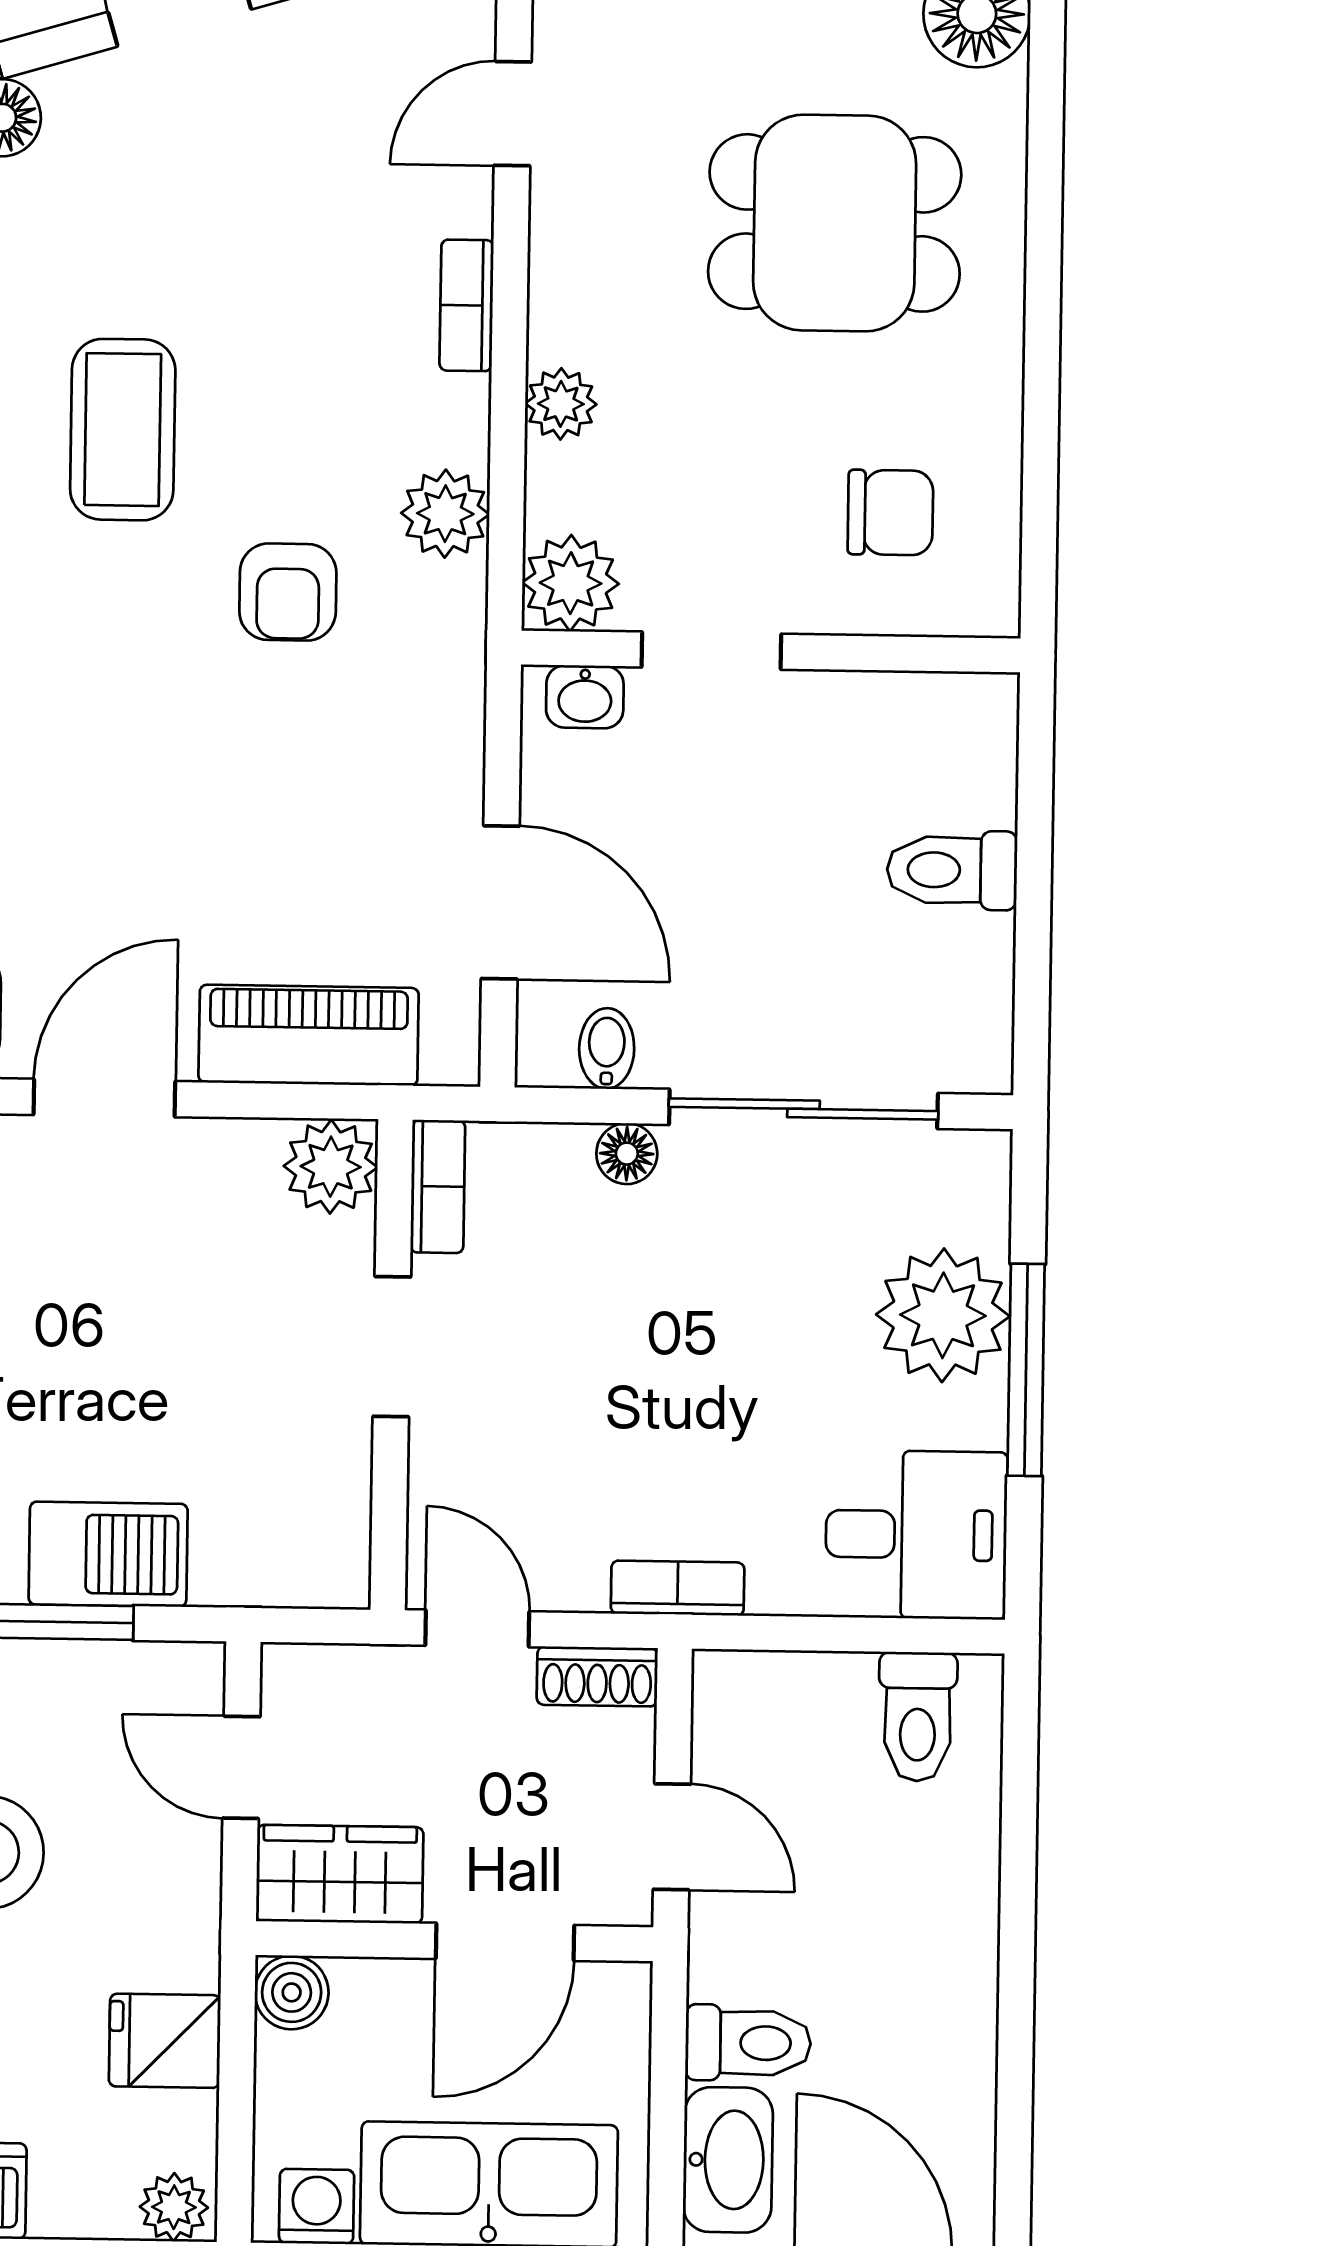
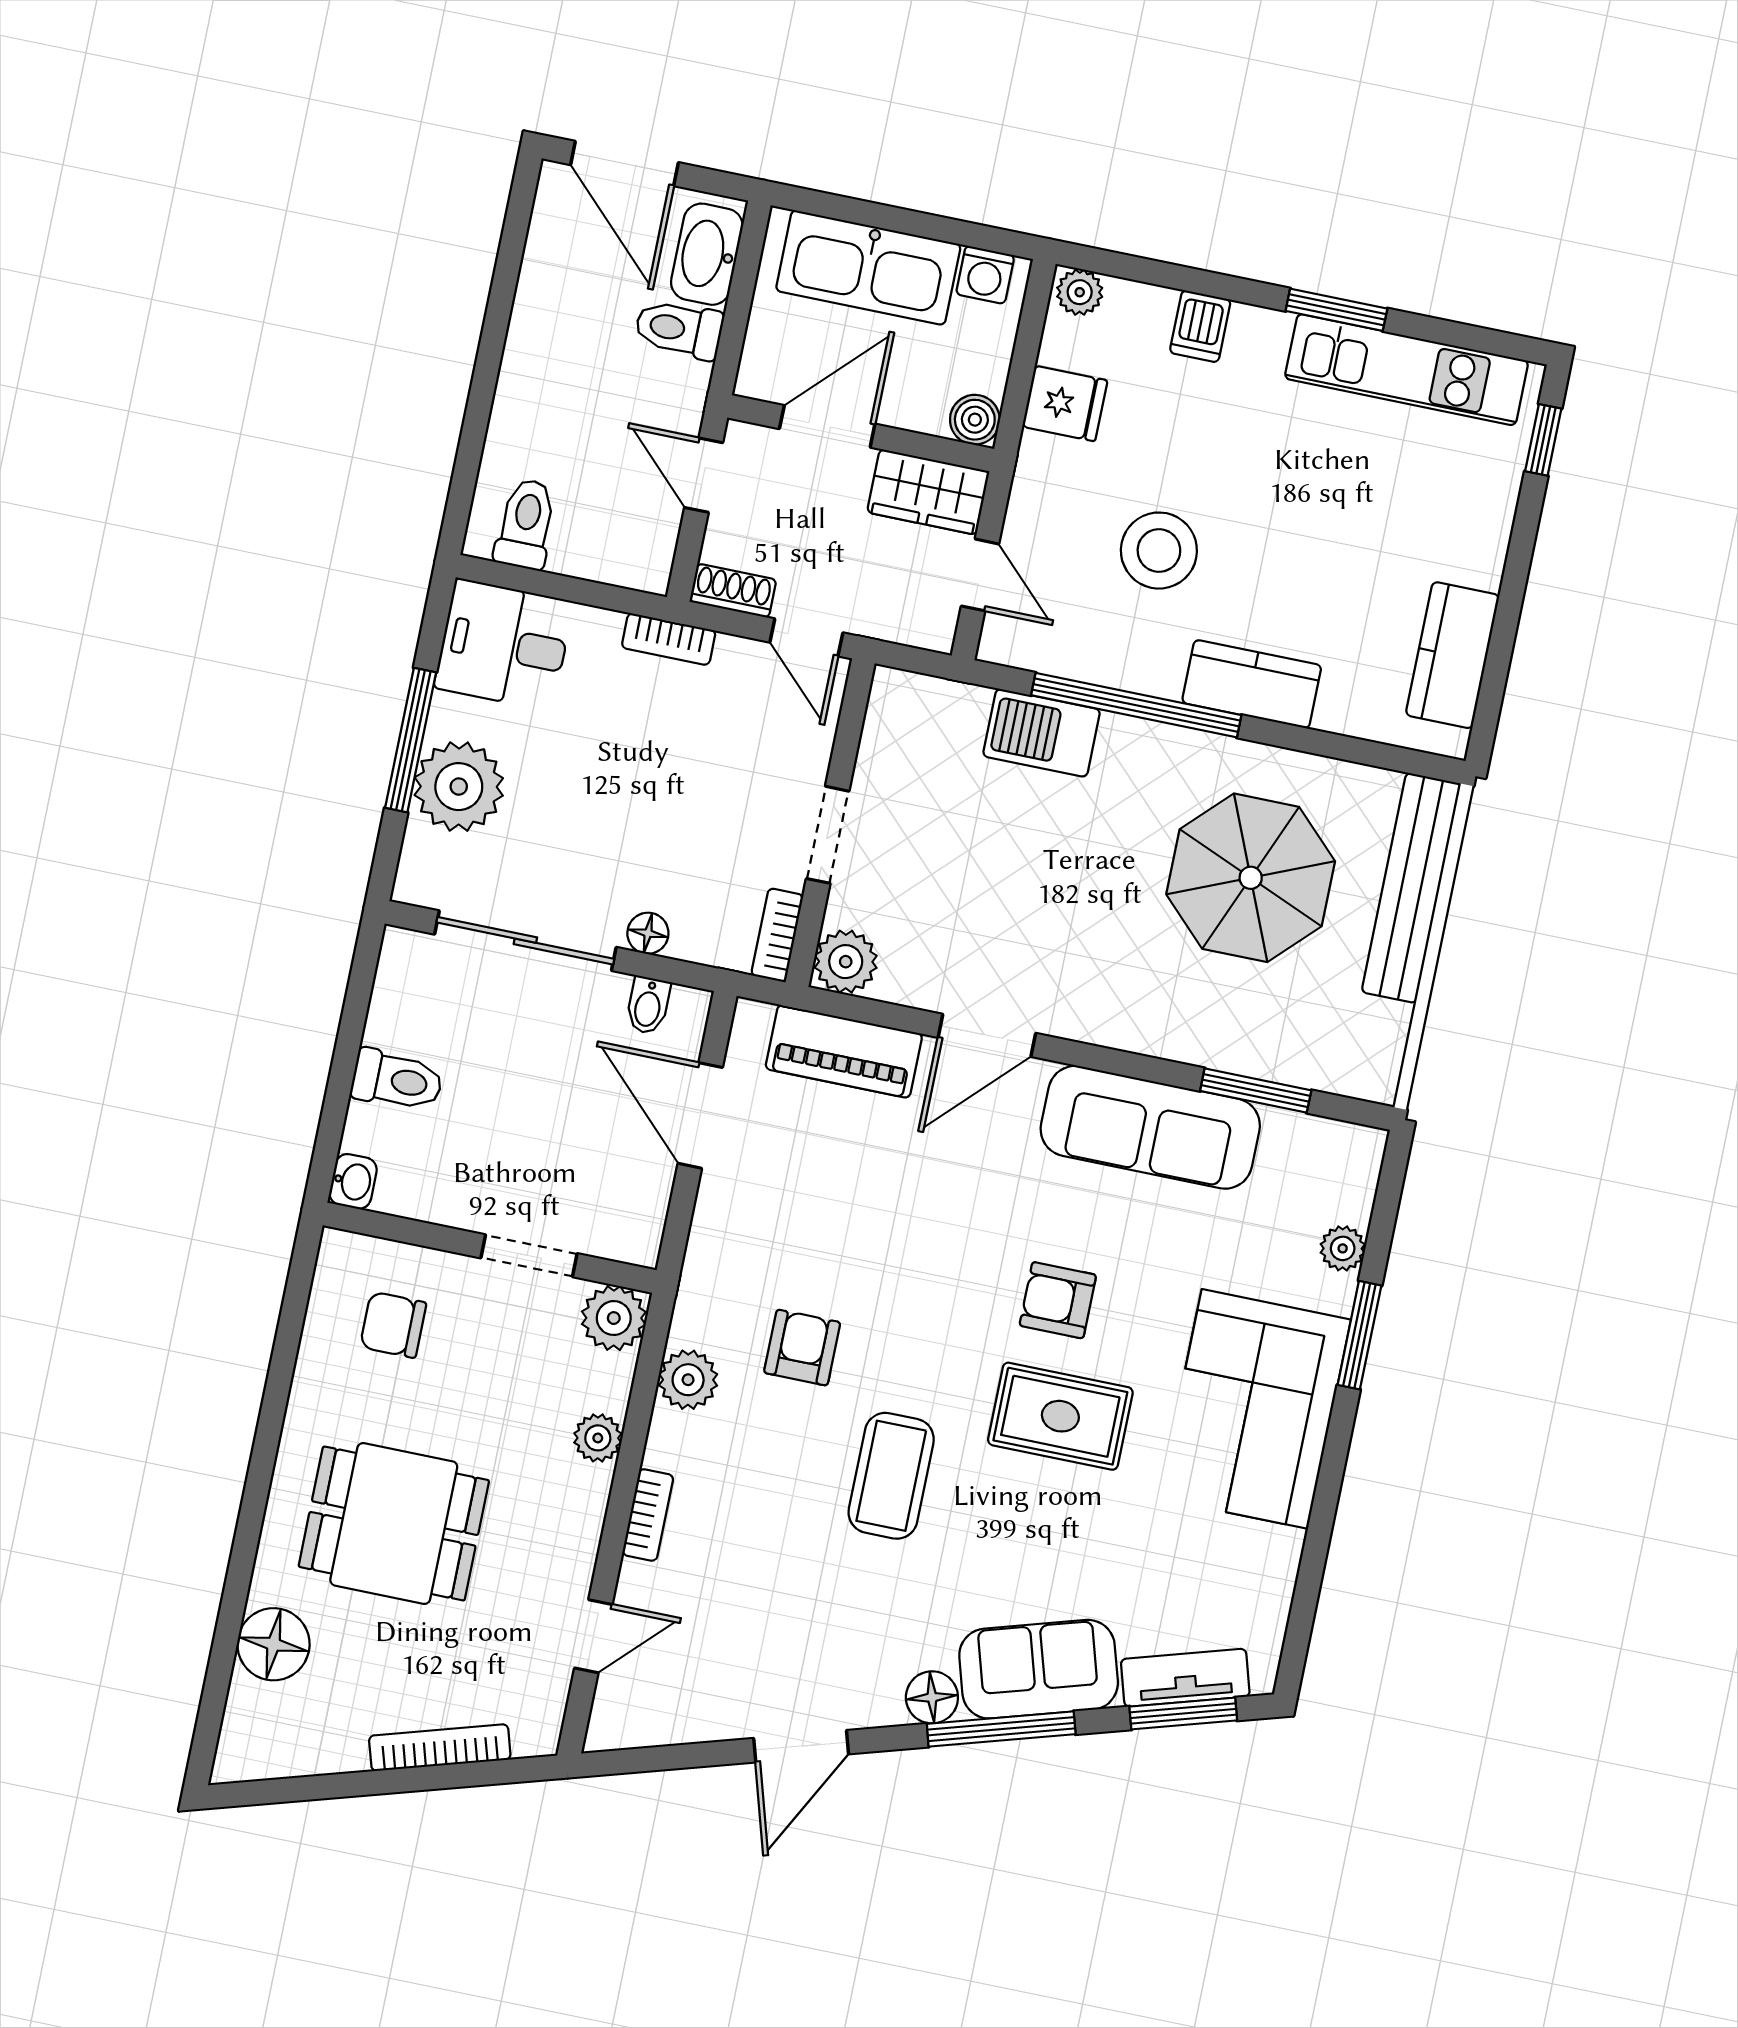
washbasin: (585, 697) -> (353, 1181), moved, turned 90

